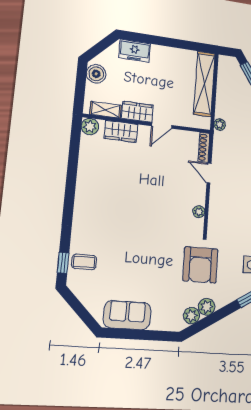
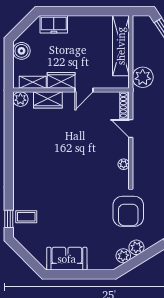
plant: (220, 125) -> (143, 77), width x1.88, depth x1.88

